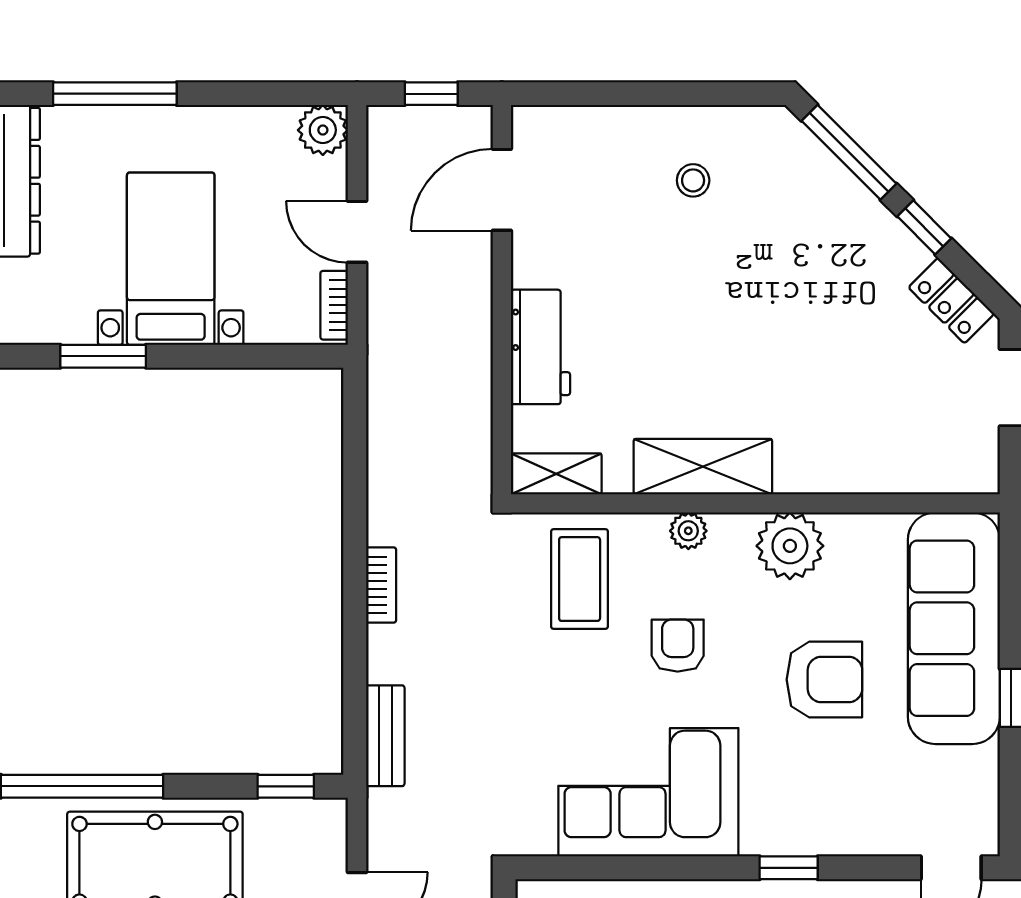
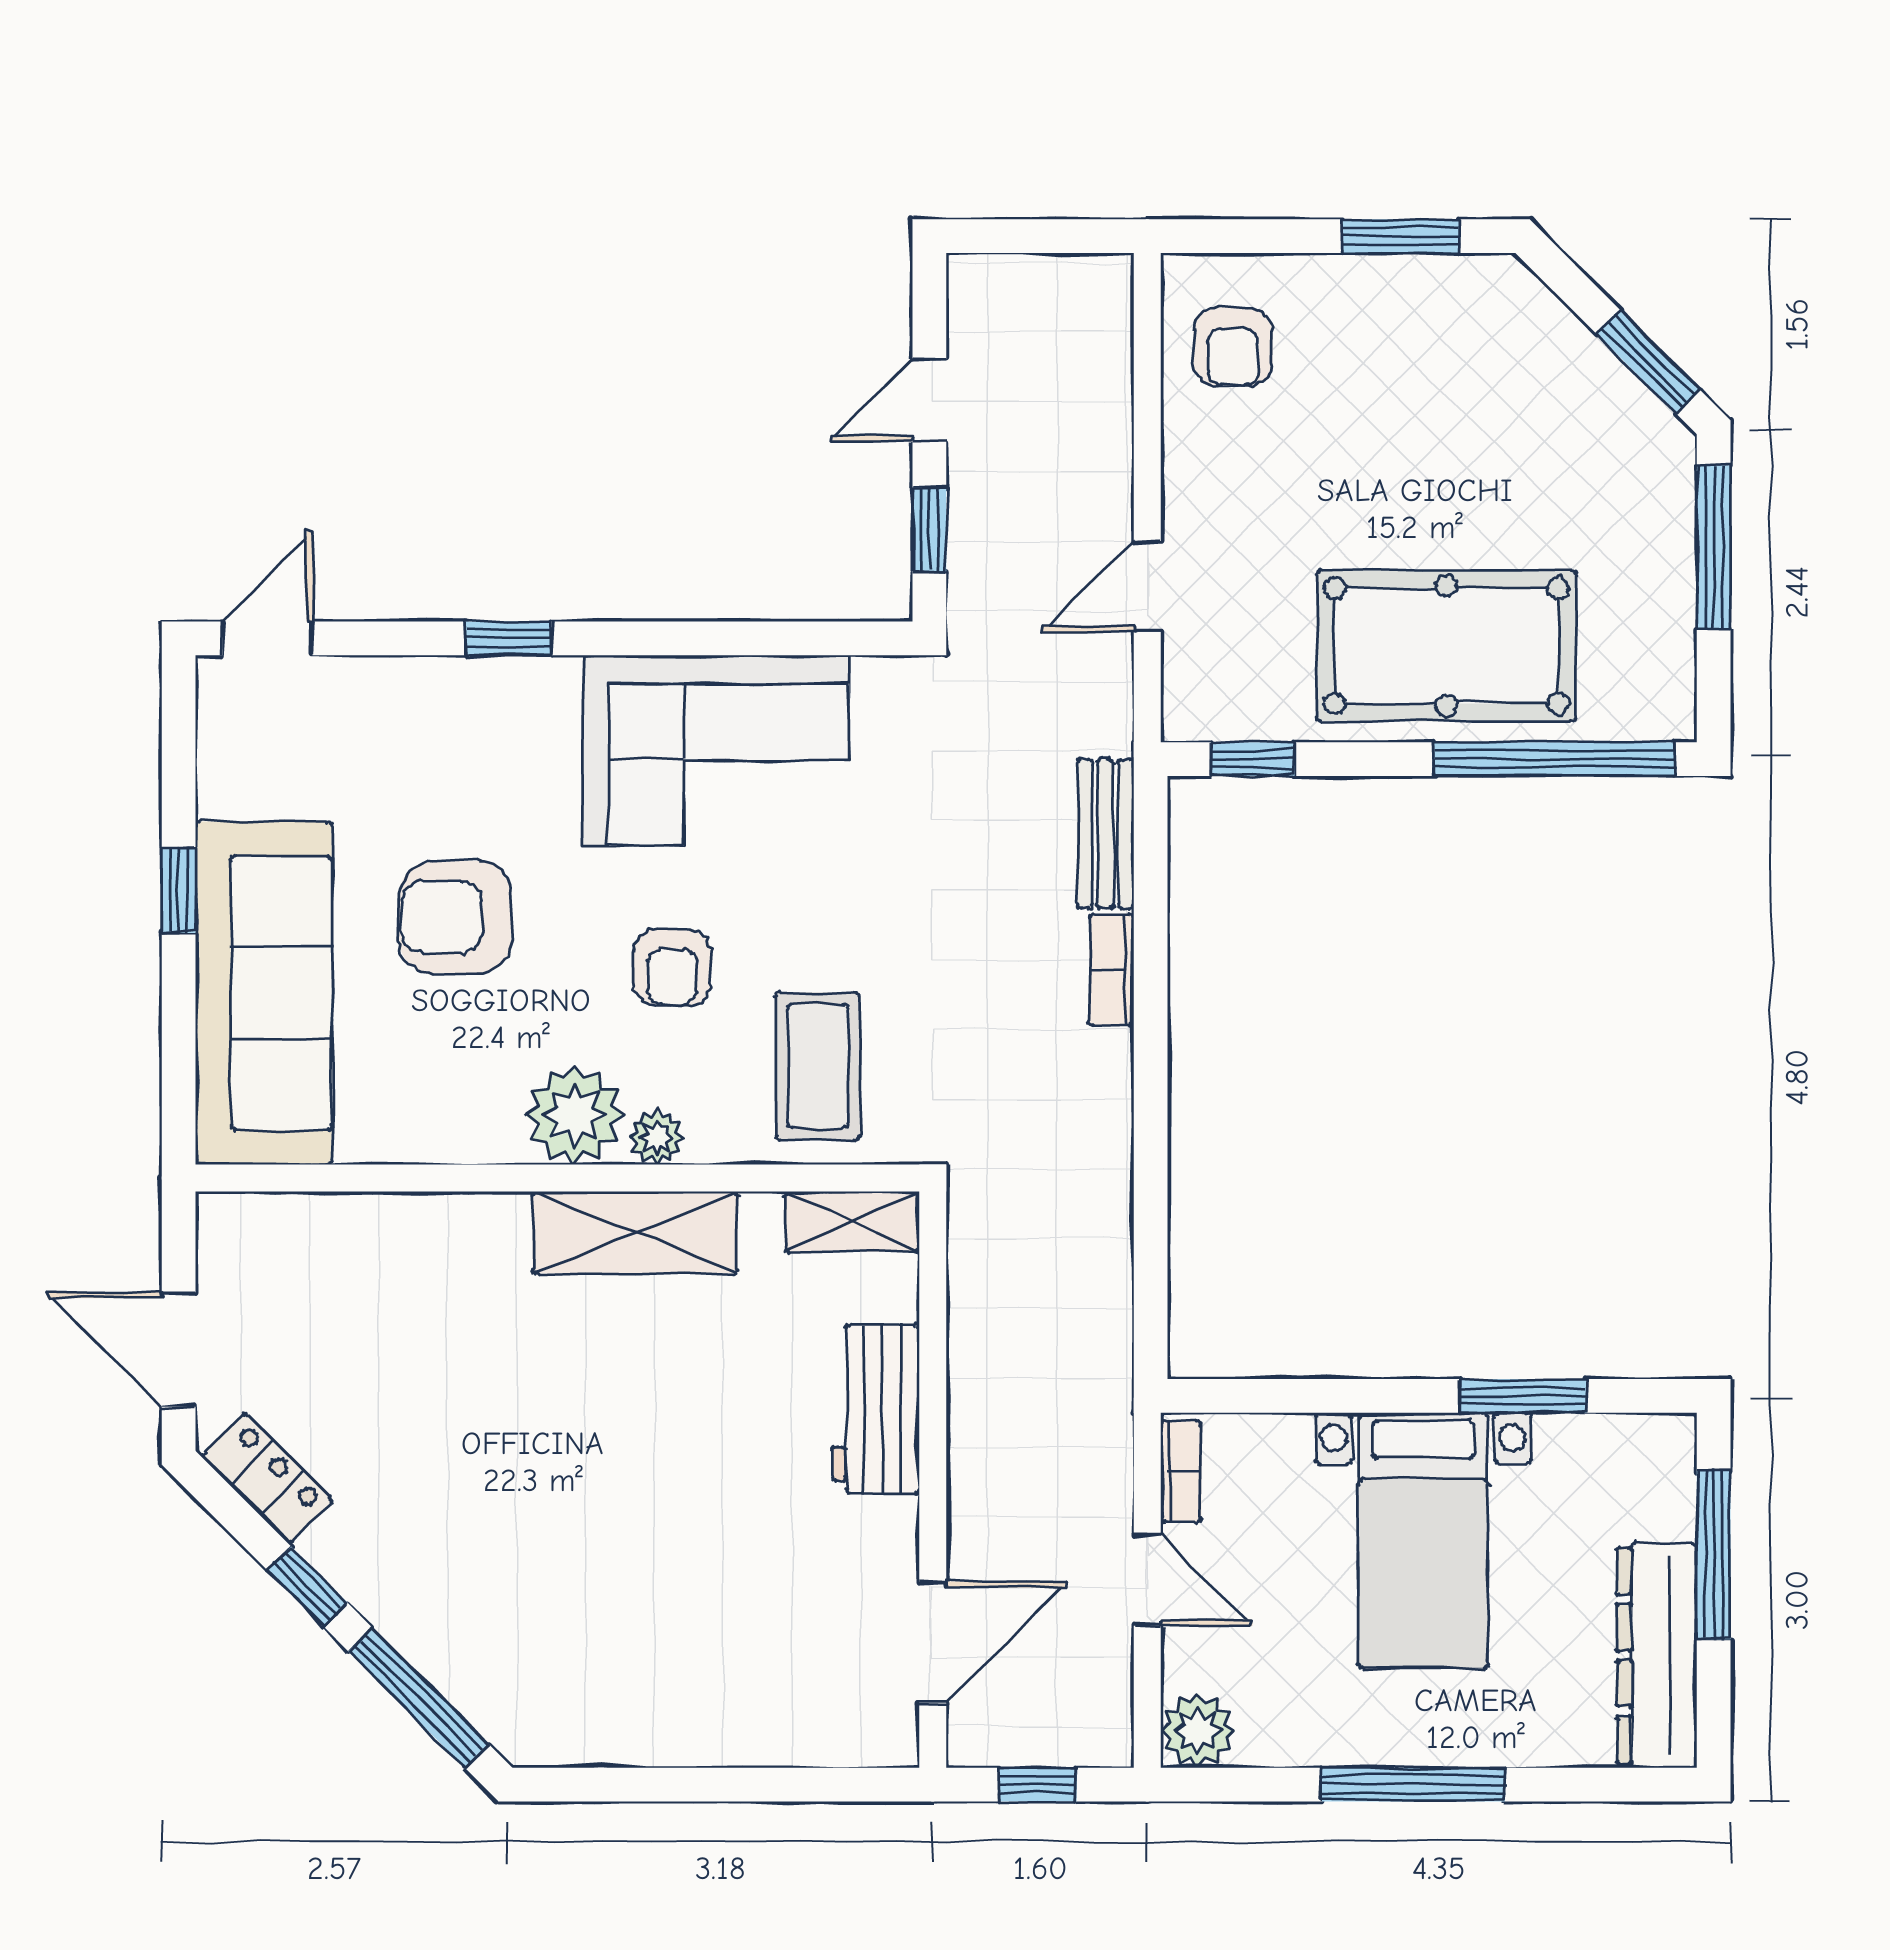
window: (115, 94) -> (1413, 1785), moved
stool: (693, 180) -> (650, 1656), removed
plant: (790, 546) -> (575, 1115), moved
bookcase: (381, 585) -> (1112, 970), moved

